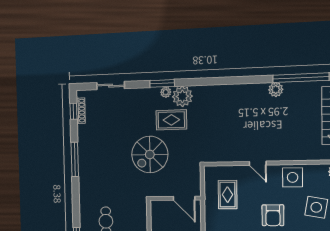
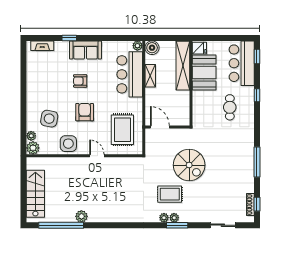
plant: (182, 96) -> (164, 218), width x0.53, depth x0.53
spiral stairs: (150, 154) -> (189, 165), turned 90
rug: (228, 195) -> (122, 130), width x1.36, depth x1.43

